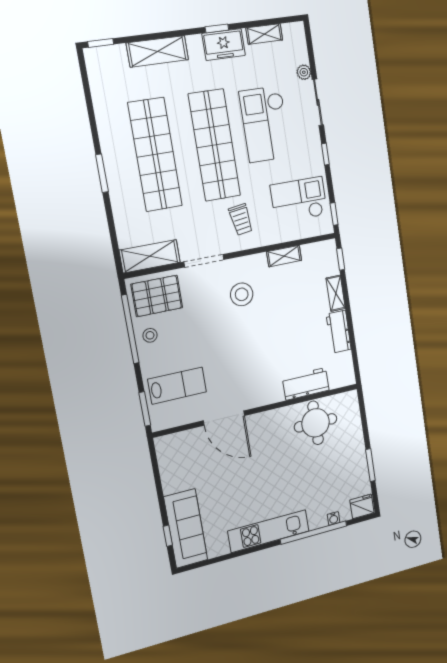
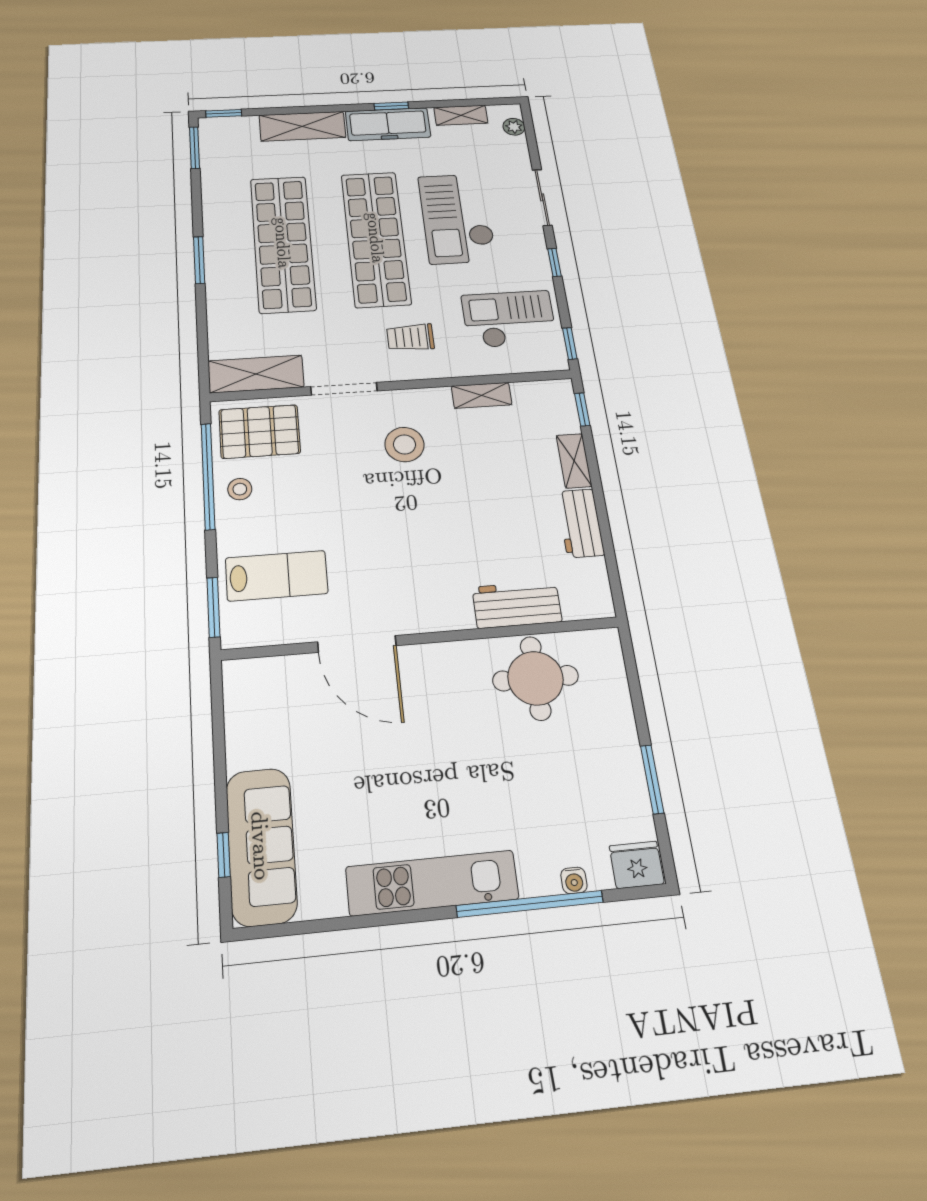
freezer: (224, 44) -> (388, 124), width x1.40
plant: (304, 72) -> (514, 127), moved
window: (84, 77) -> (194, 148), added
trolley: (241, 220) -> (410, 337), turned 98

